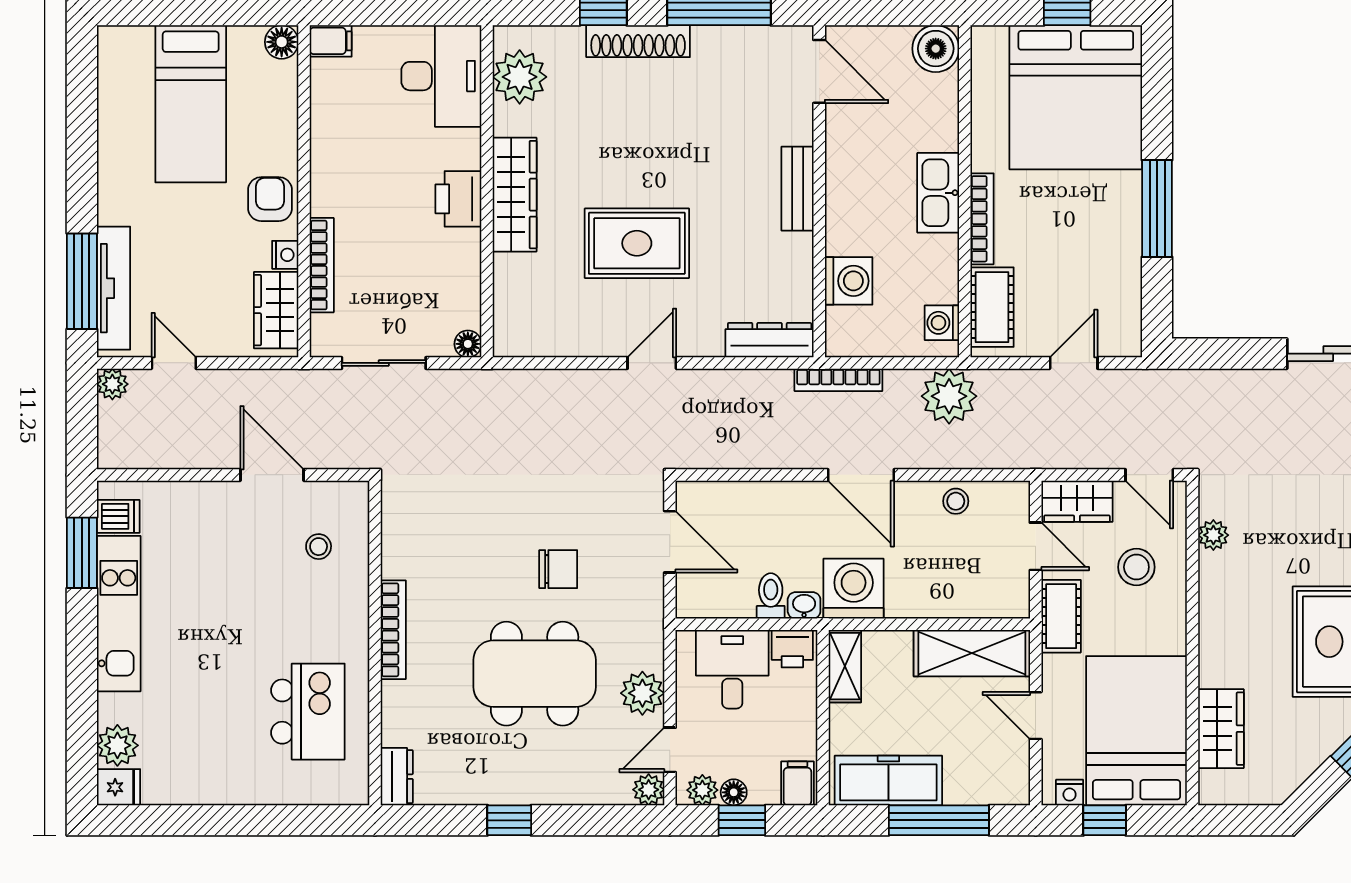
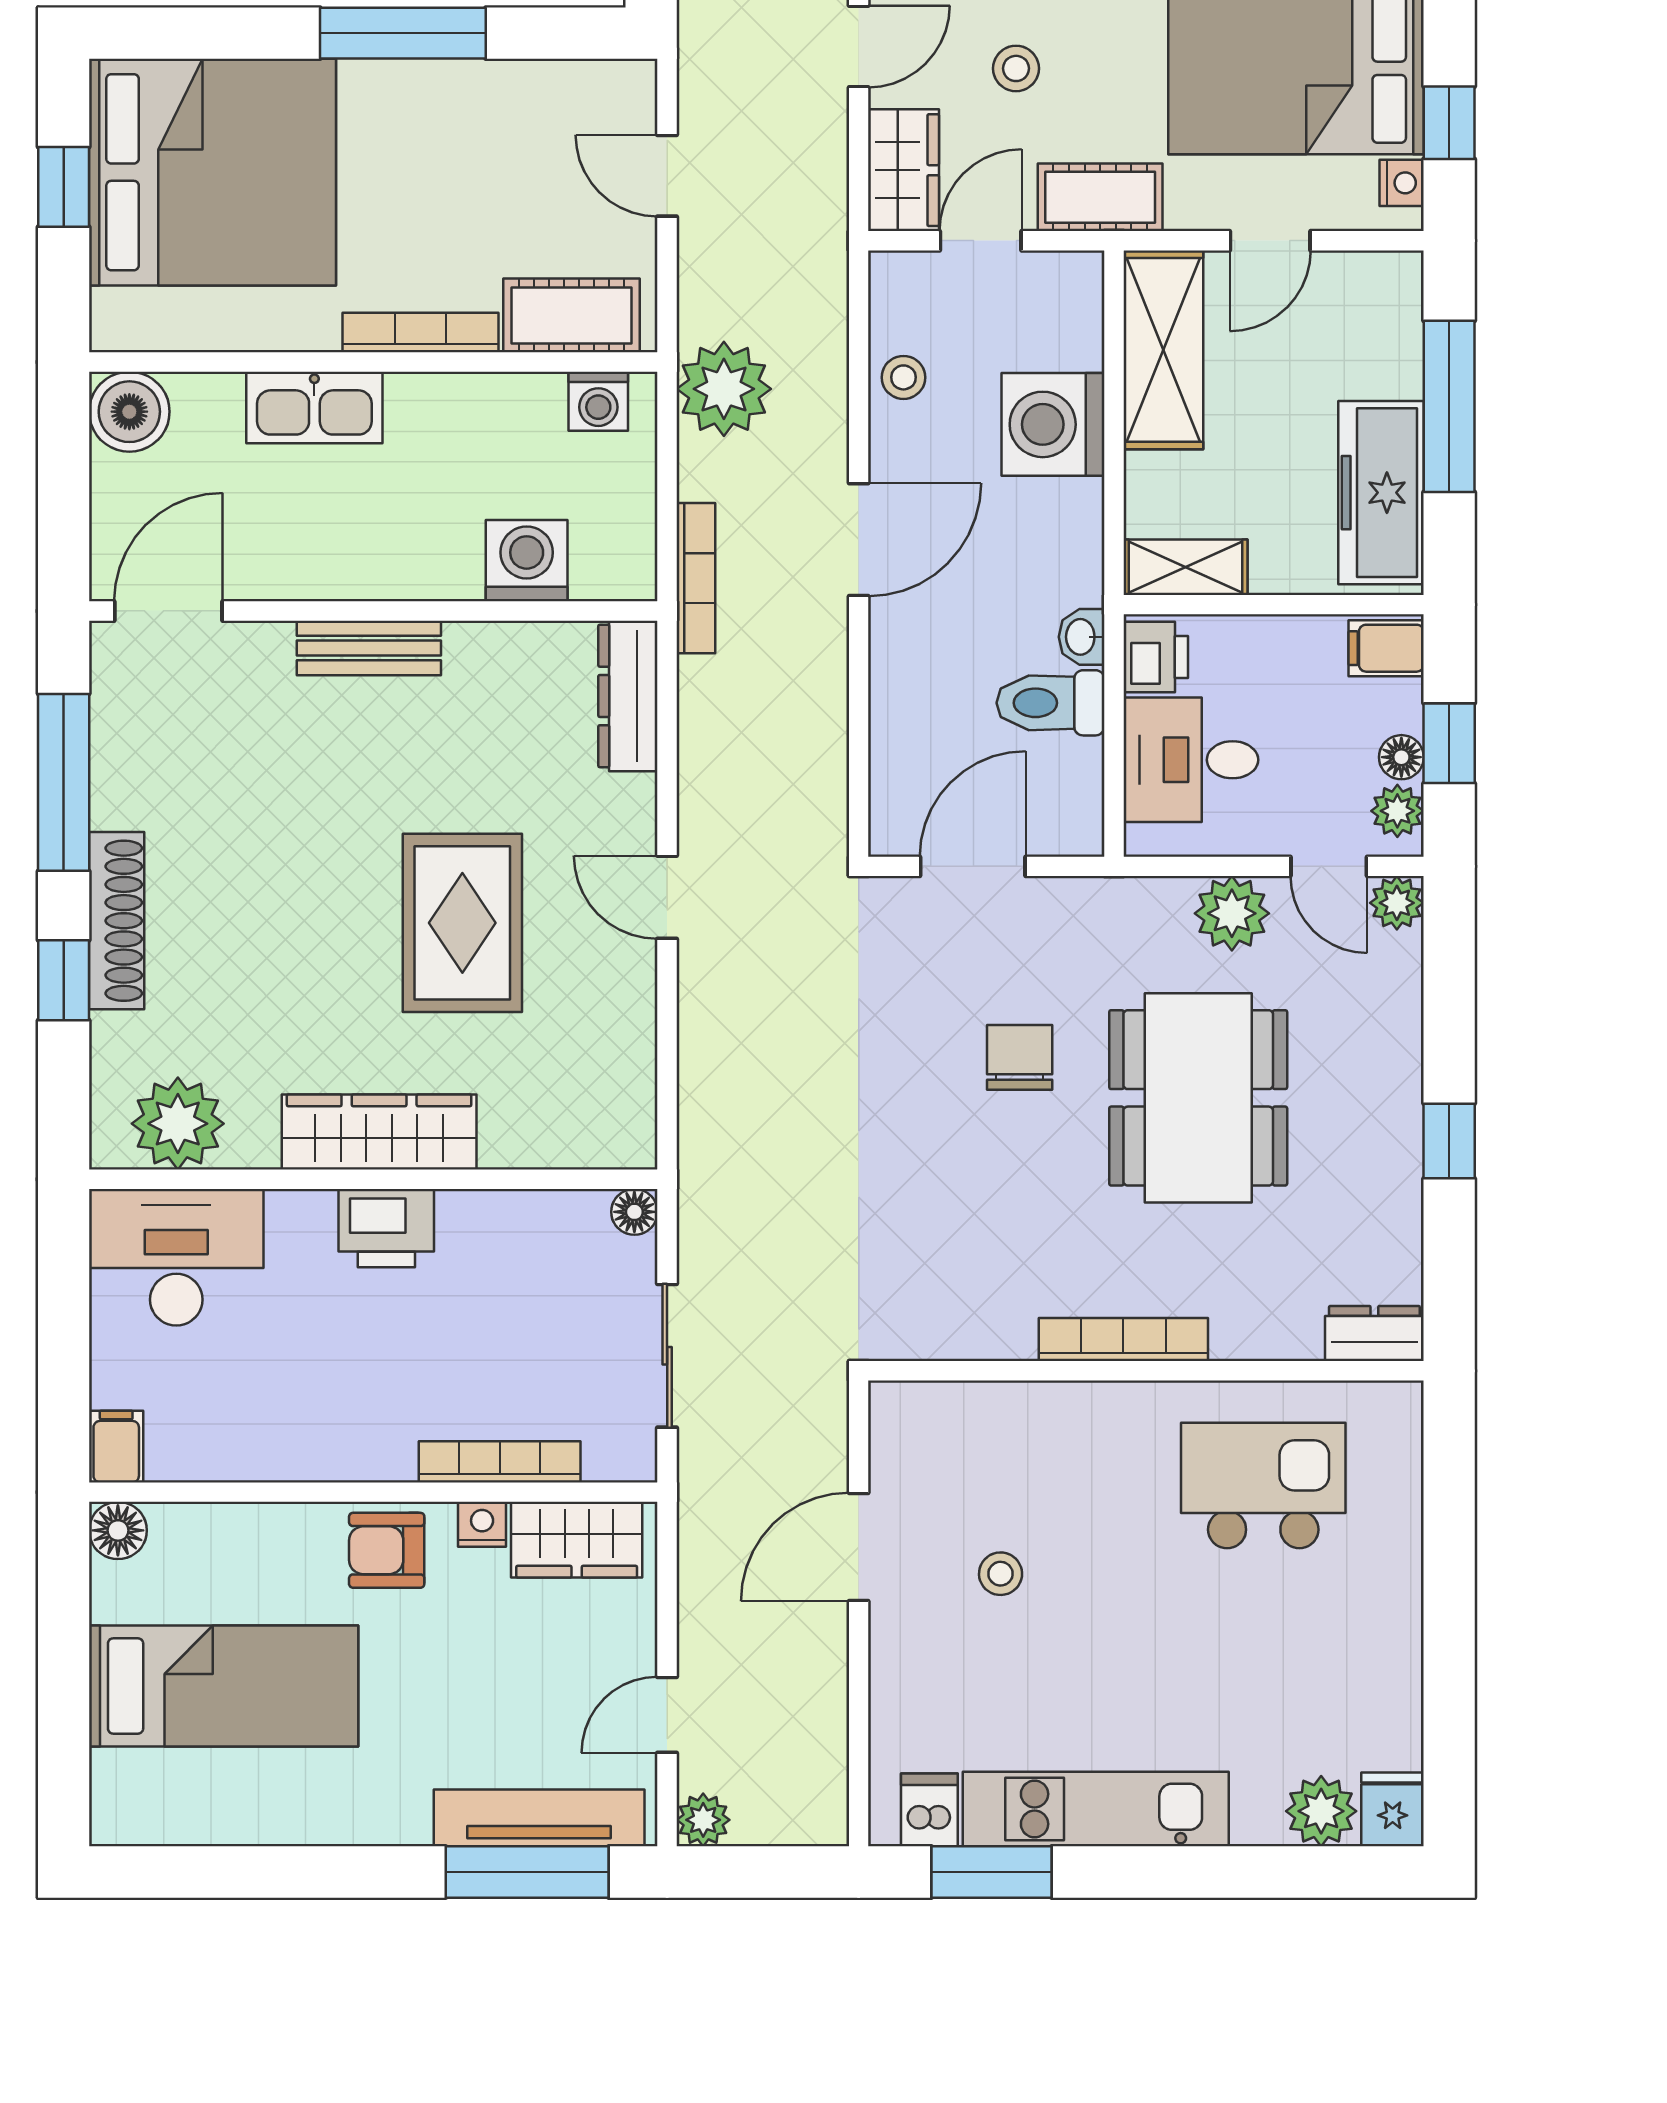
kitchen sink: (938, 193) -> (314, 407), moved
stool: (319, 547) -> (1001, 1574), moved
stool: (1136, 567) -> (1016, 68), width x0.73, depth x0.73
washing machine: (854, 589) -> (1053, 424), moved
toilet: (771, 596) -> (1051, 703), width x1.37, depth x1.39

